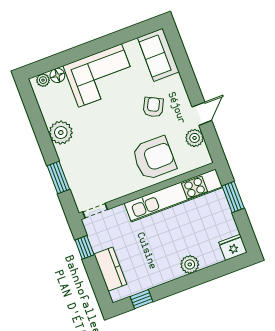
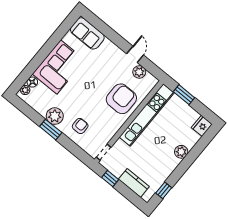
armchair: (153, 107) -> (80, 126), moved, turned 63
window: (58, 177) -> (51, 130), moved

